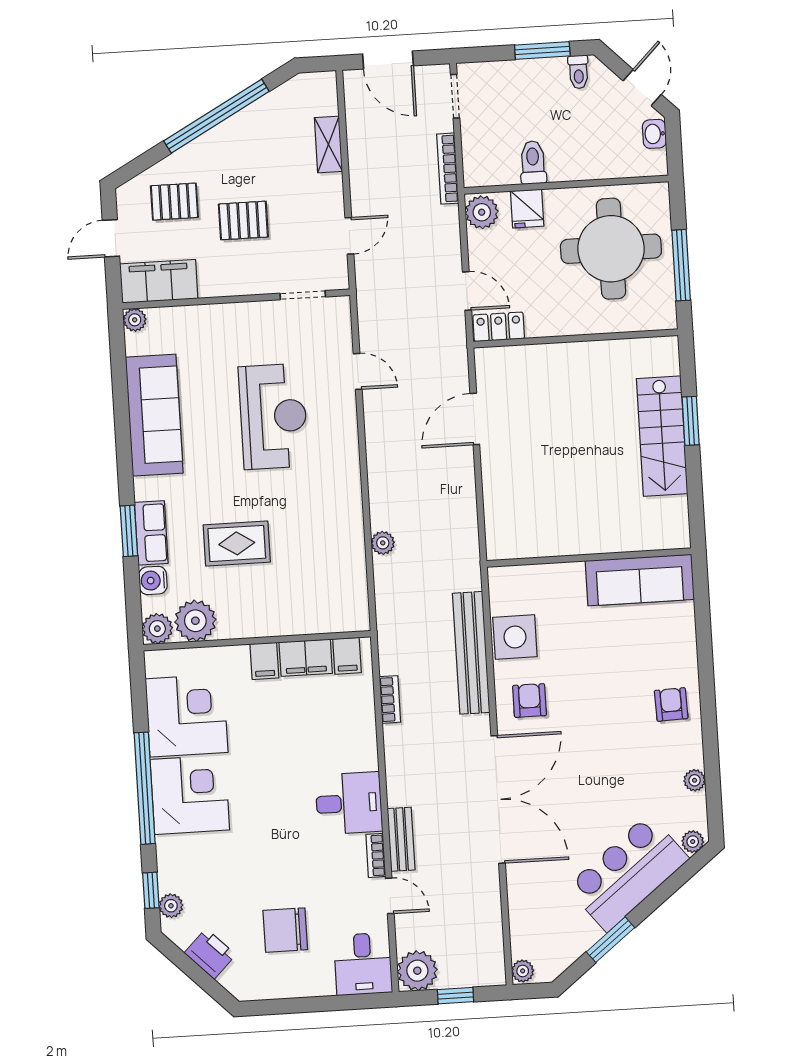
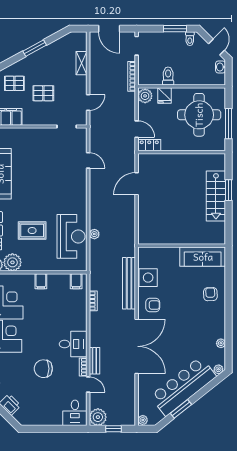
window: (216, 116) -> (35, 48), width x0.47
reception desk: (273, 416) -> (71, 236), moved
filing cabinet: (306, 658) -> (58, 281), removed
armchair: (530, 701) -> (153, 305), turned 90
armchair: (671, 704) -> (210, 294), moved
bar counter: (628, 873) -> (183, 386), width x1.36
chair: (285, 930) -> (43, 369), moved

